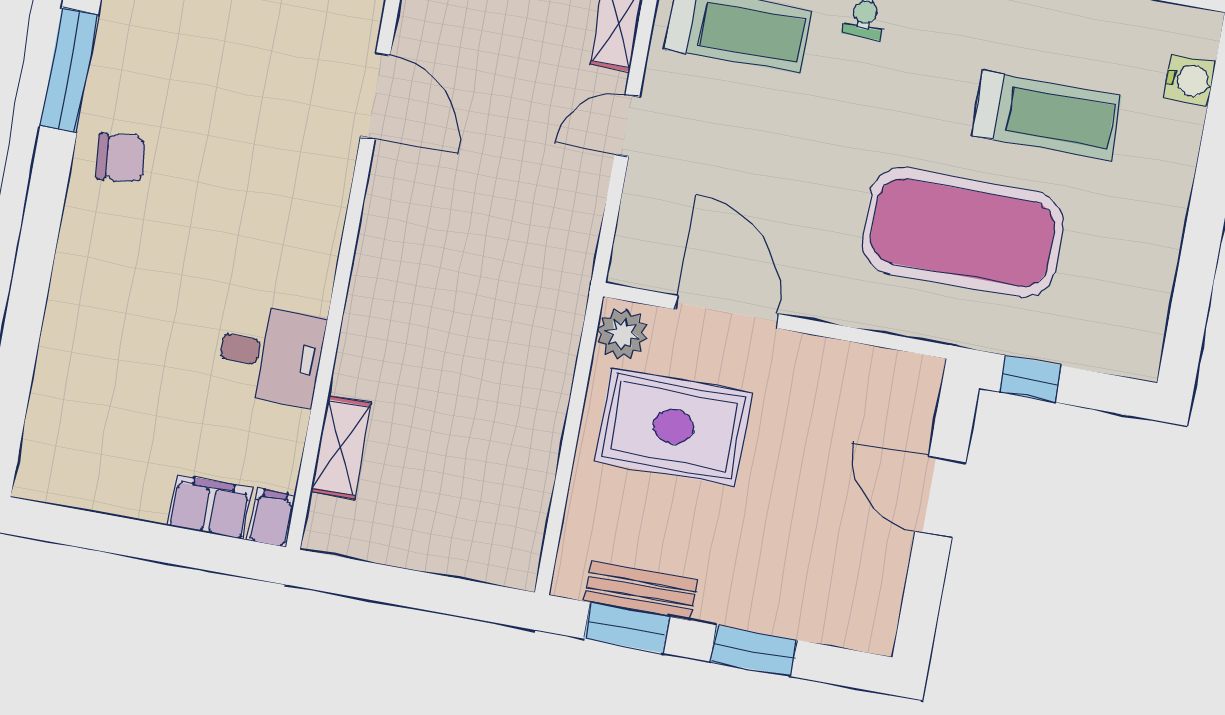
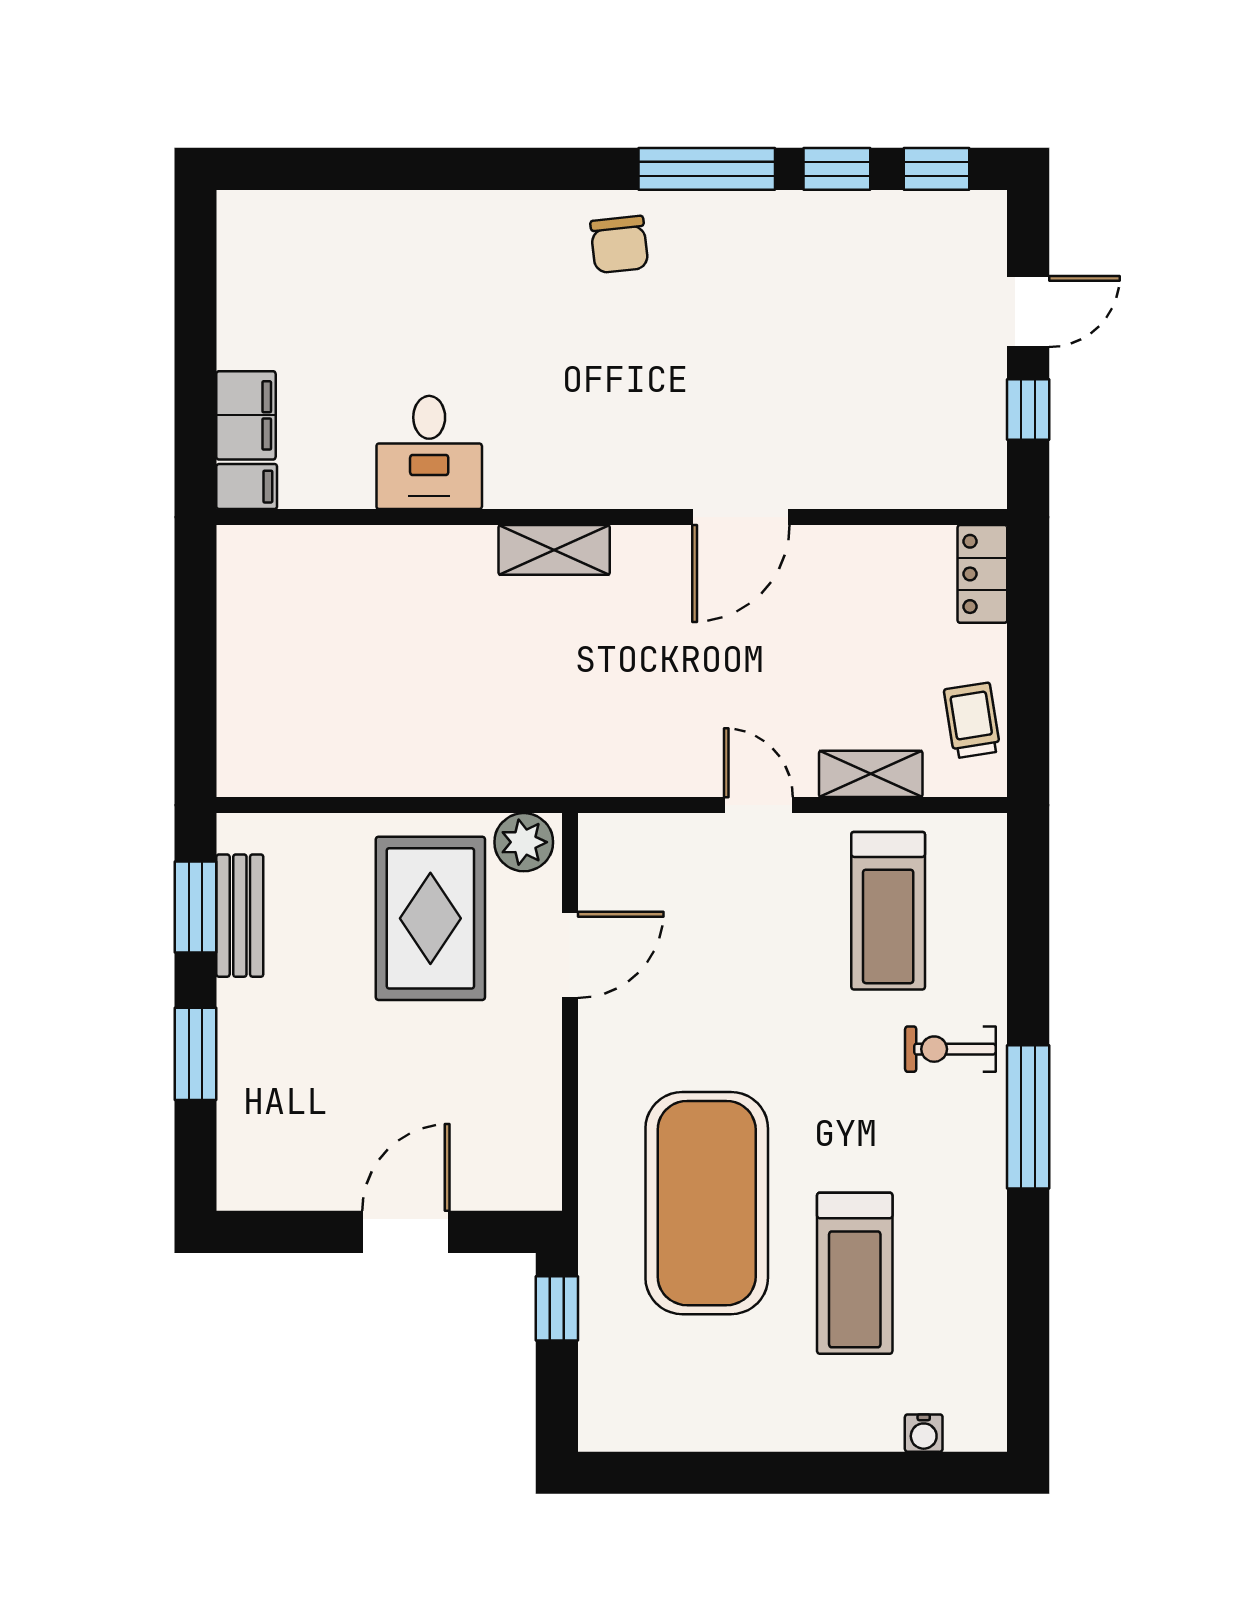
water cooler: (1189, 80) -> (924, 1433), width x0.72, depth x0.72
door: (727, 312) -> (570, 955), width x0.73
shelving: (341, 447) -> (554, 550), moved

